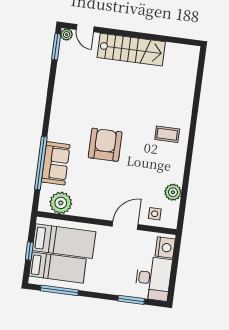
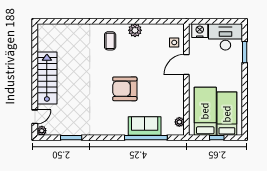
window: (56, 47) -> (71, 138), moved
plant: (173, 192) -> (135, 30), moved
plant: (61, 203) -> (179, 122), width x0.53, depth x0.53
door: (125, 225) -> (186, 65), hinge flipped
window: (59, 290) -> (245, 110), removed

